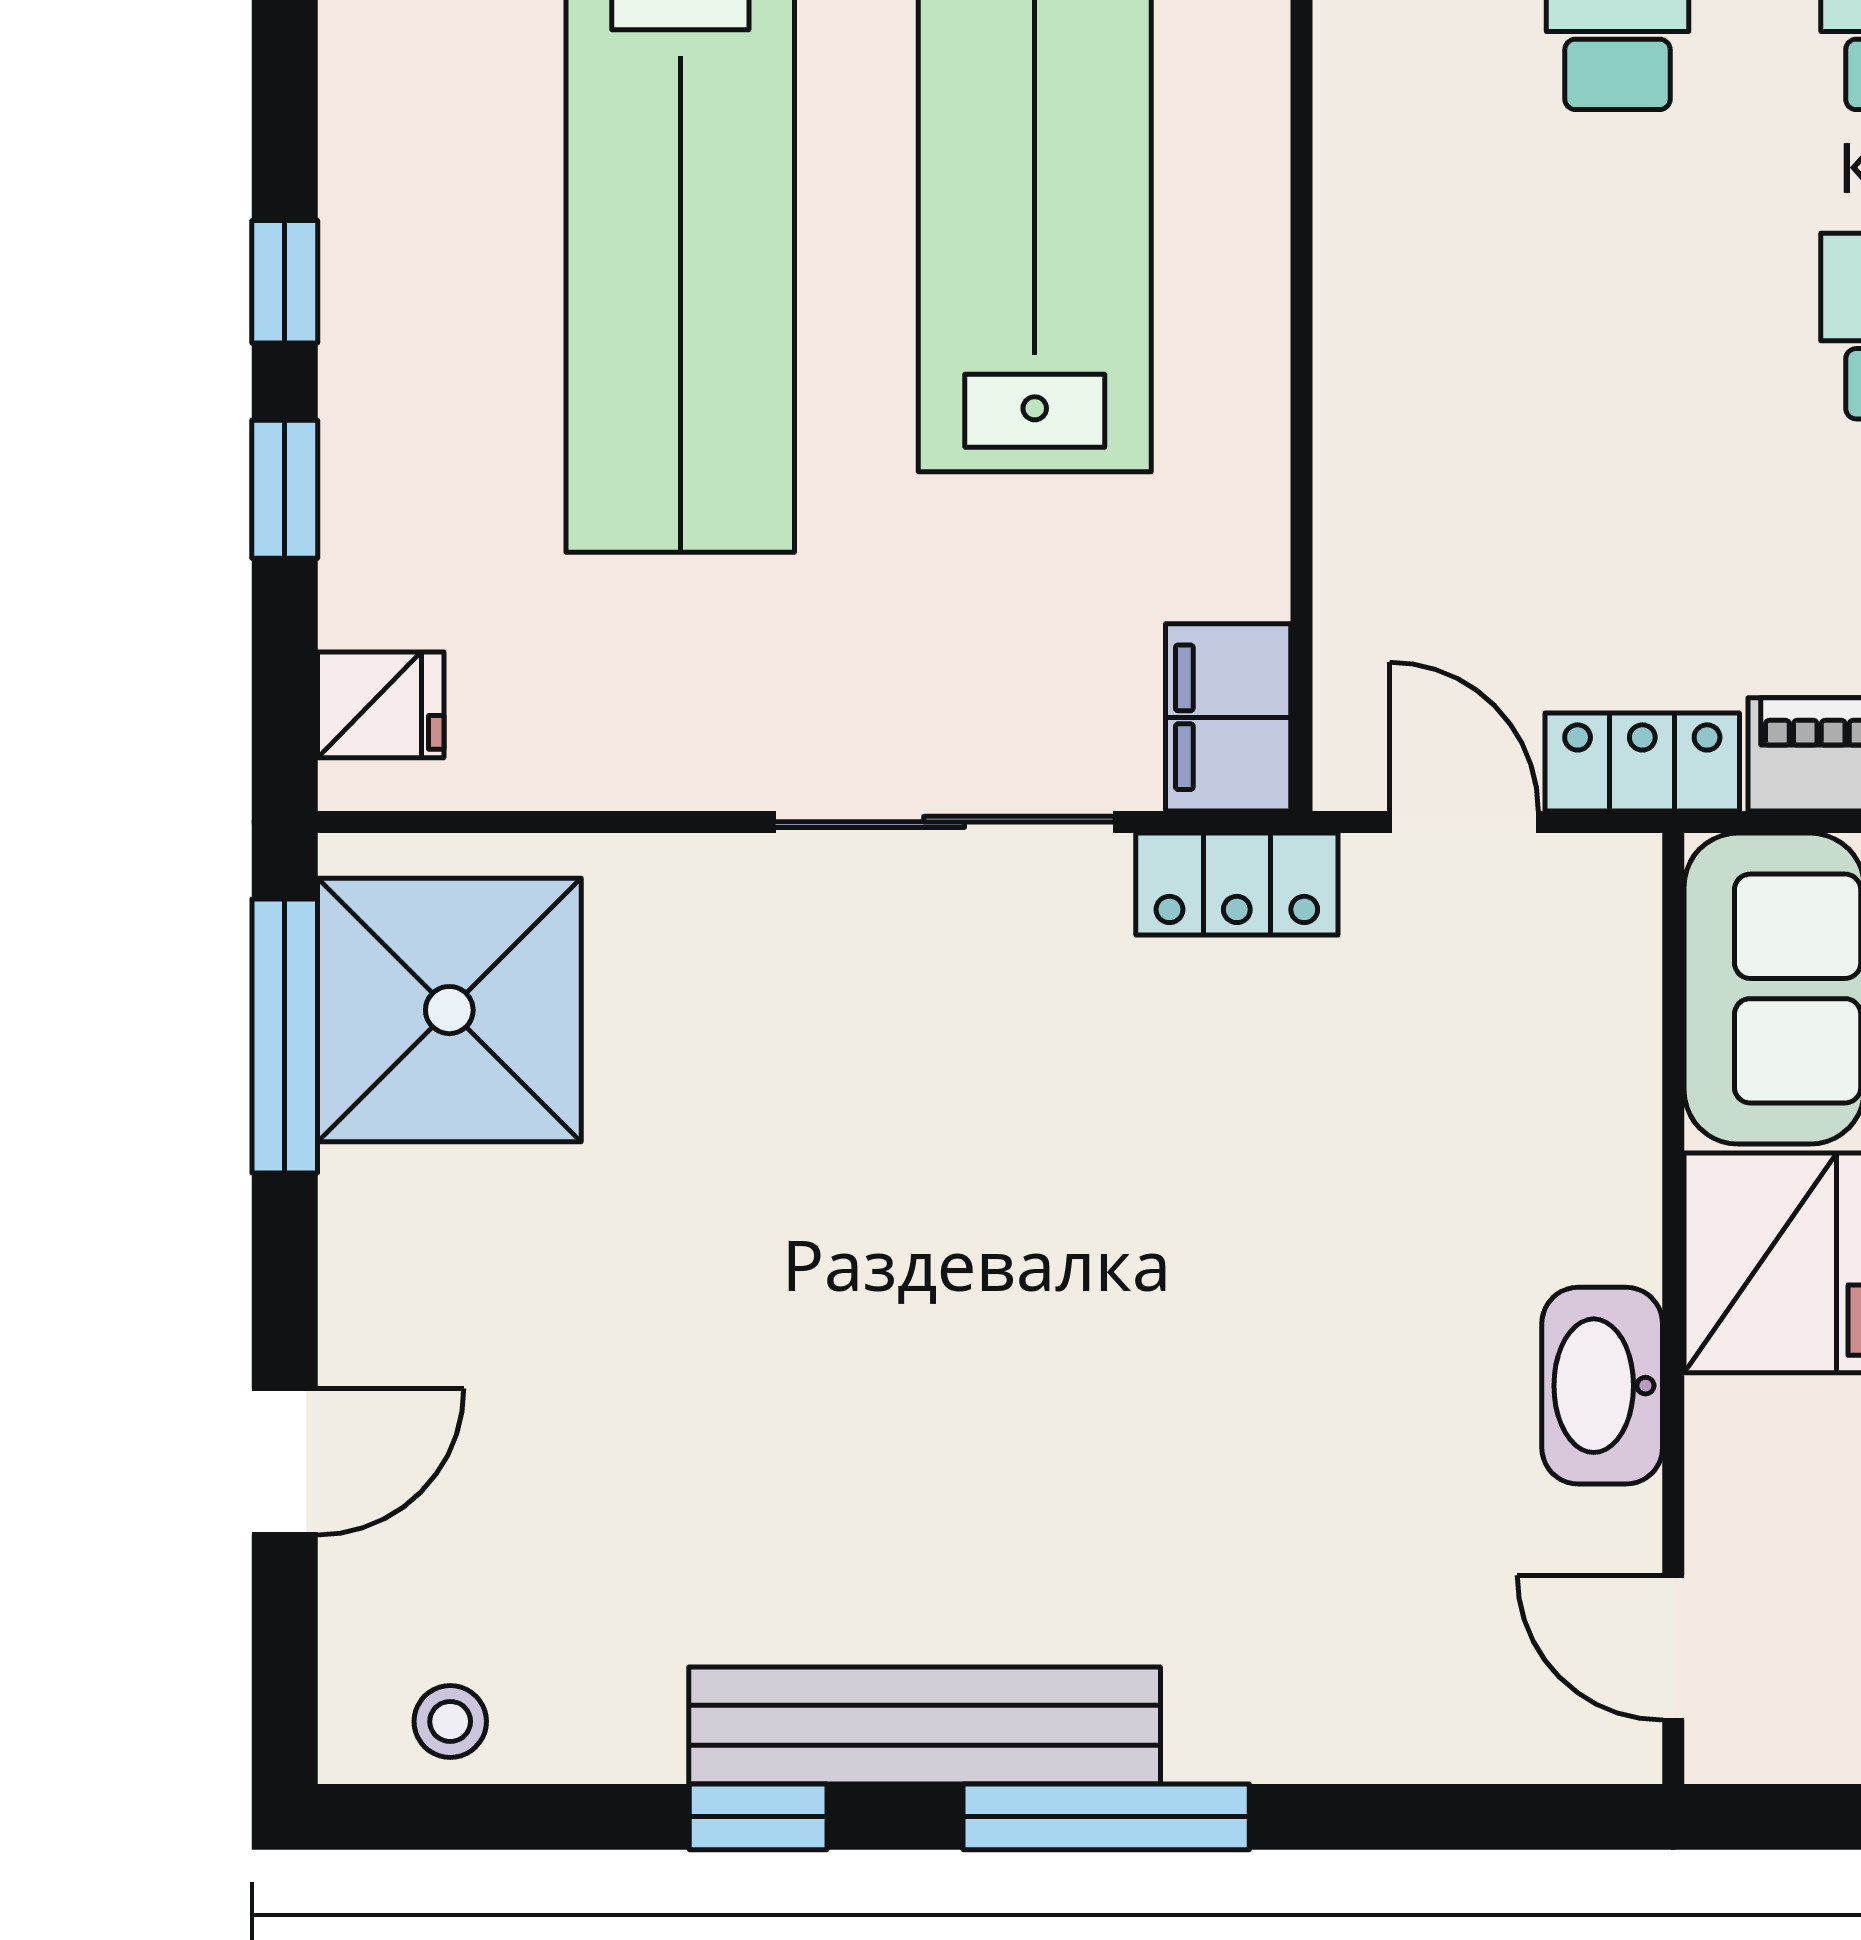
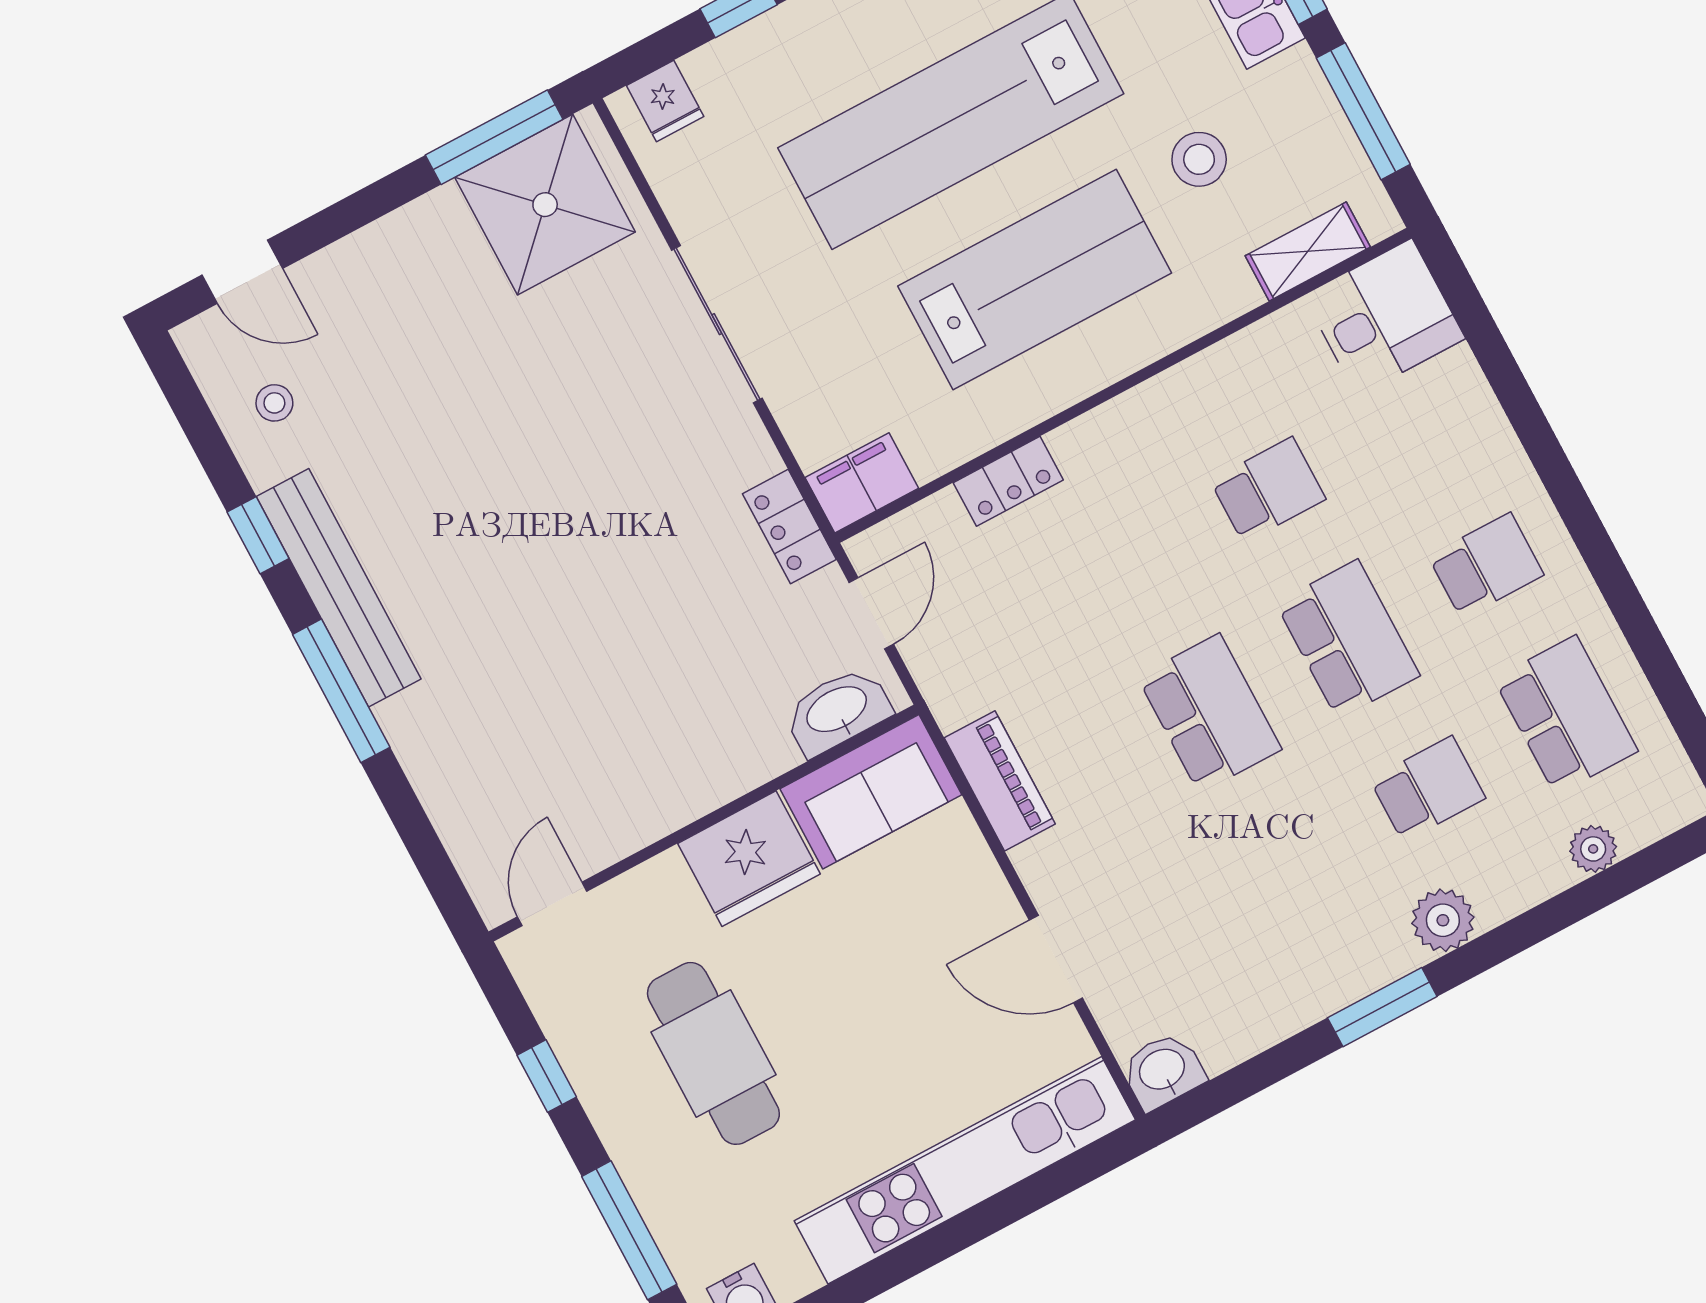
locker: (1642, 762) -> (1008, 481), moved, turned 90
sliding door: (944, 822) -> (717, 324), moved
washbasin: (1602, 1386) -> (837, 711), moved
door: (285, 1462) -> (242, 272), moved
stool: (450, 1721) -> (274, 403), moved

